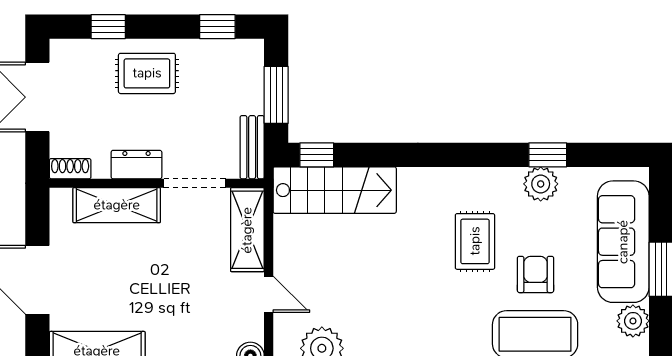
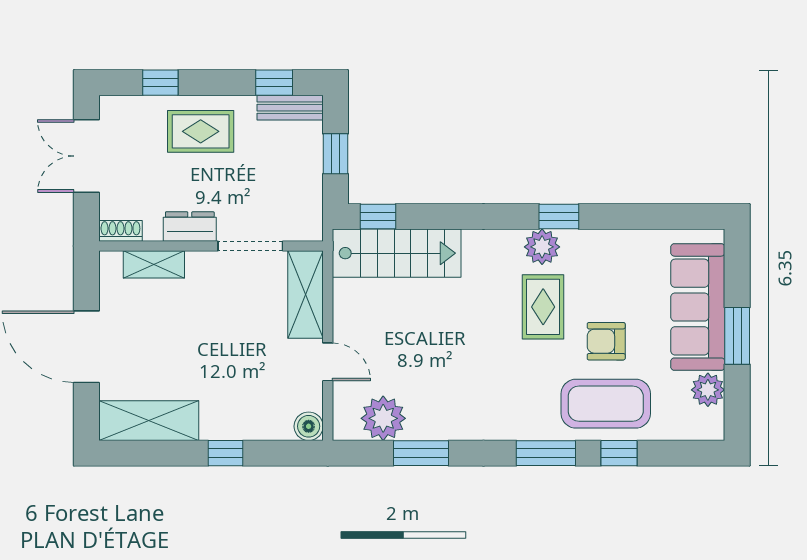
window: (276, 95) -> (335, 154), width x0.67
bench: (252, 147) -> (290, 108), moved, turned 90
window: (548, 155) -> (559, 216), moved
plant: (541, 184) -> (542, 247), moved
shelving: (117, 205) -> (154, 264), width x0.67, depth x0.75
armchair: (536, 274) -> (606, 341), turned -90

